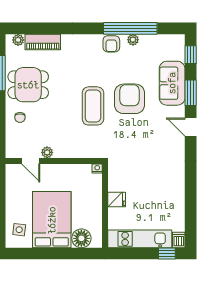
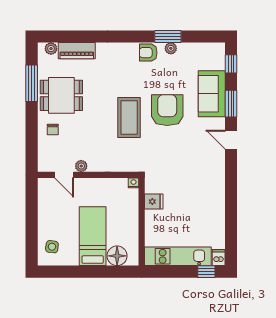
window: (130, 28) -> (168, 37), width x0.47
armchair: (111, 44) -> (148, 53), turned 90
fridge: (117, 199) -> (154, 202), moved
bed: (52, 220) -> (93, 236), width x0.67

